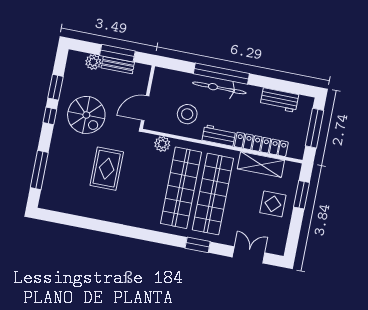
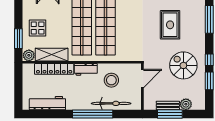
bicycle: (219, 88) -> (111, 103), moved
workbench: (279, 100) -> (47, 103), width x1.37
window: (315, 128) -> (18, 88), removed
plant: (162, 144) -> (29, 55), moved
rug: (107, 169) -> (170, 25), moved

